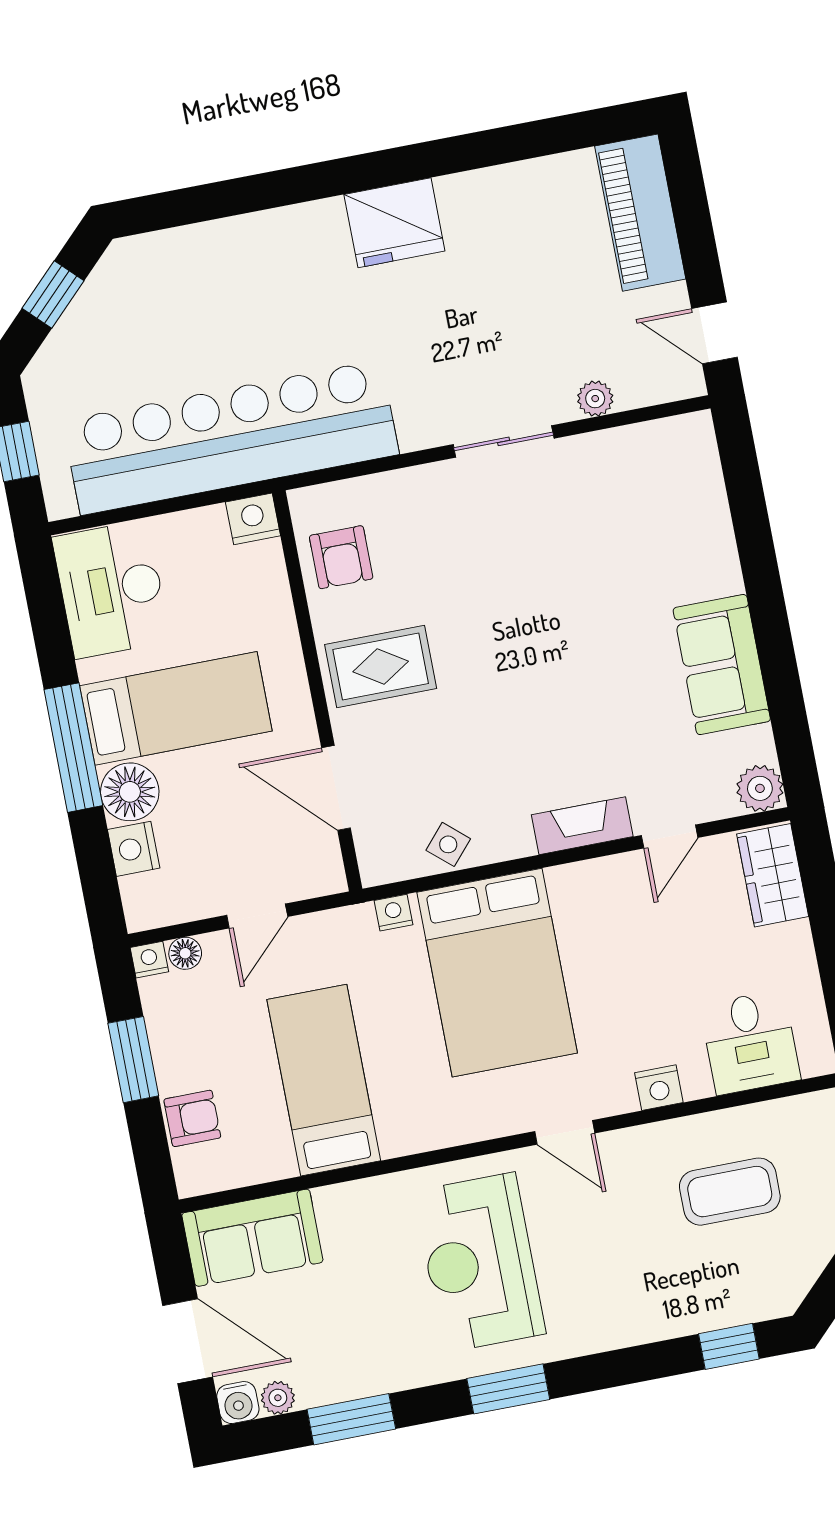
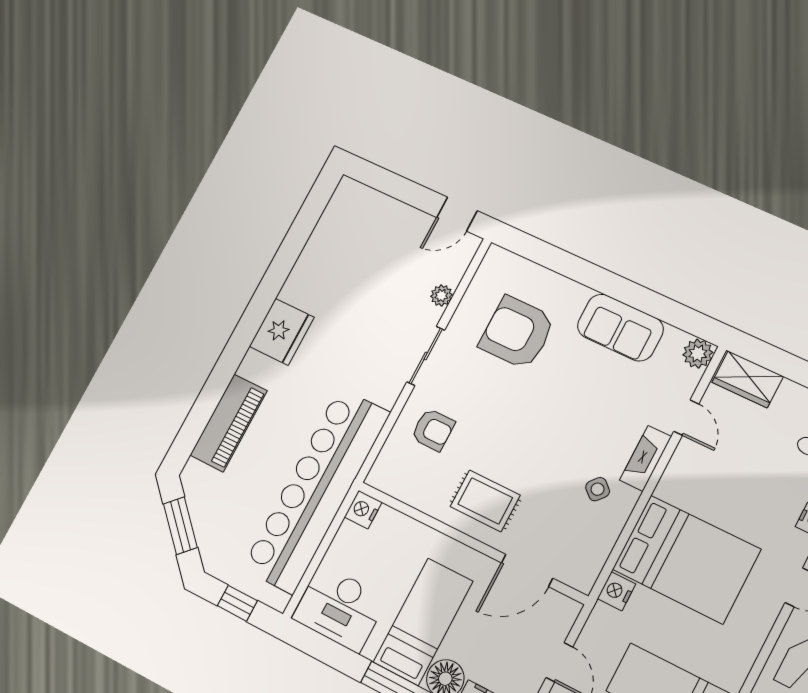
piano: (640, 213) -> (229, 423), moved, turned -90
window: (53, 295) -> (180, 526), width x1.50
armchair: (620, 537) -> (517, 333), added
armchair: (341, 557) -> (433, 430), moved
rug: (381, 667) -> (485, 501), turned 90
side table: (448, 844) -> (598, 489), moved
nightstand: (394, 913) -> (617, 591), width x1.39, depth x1.35

